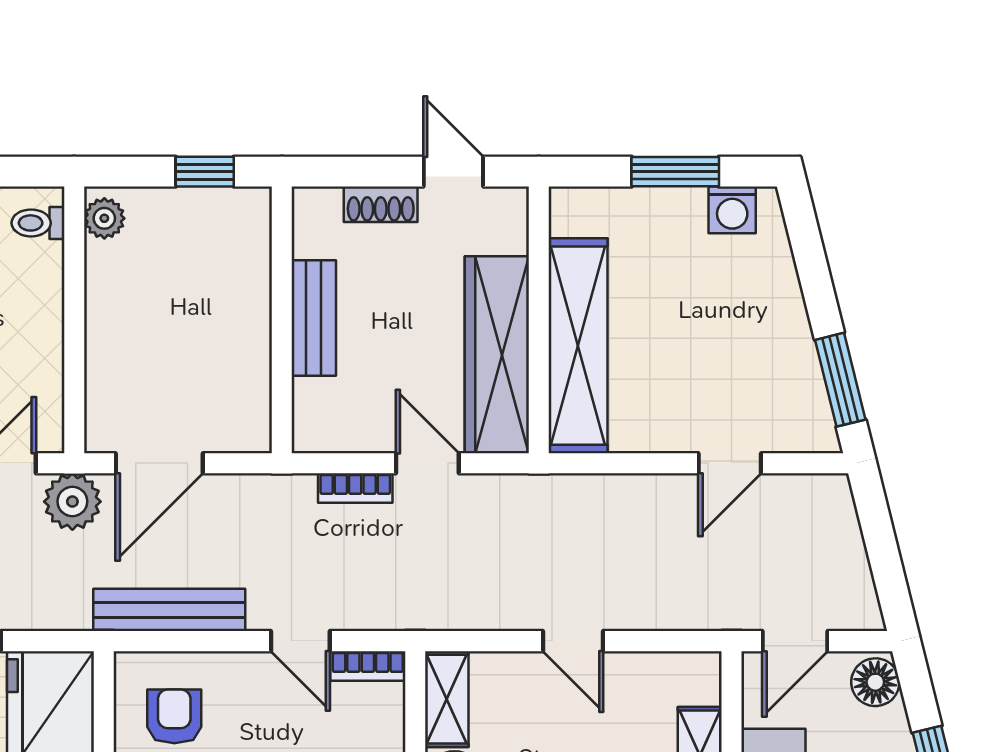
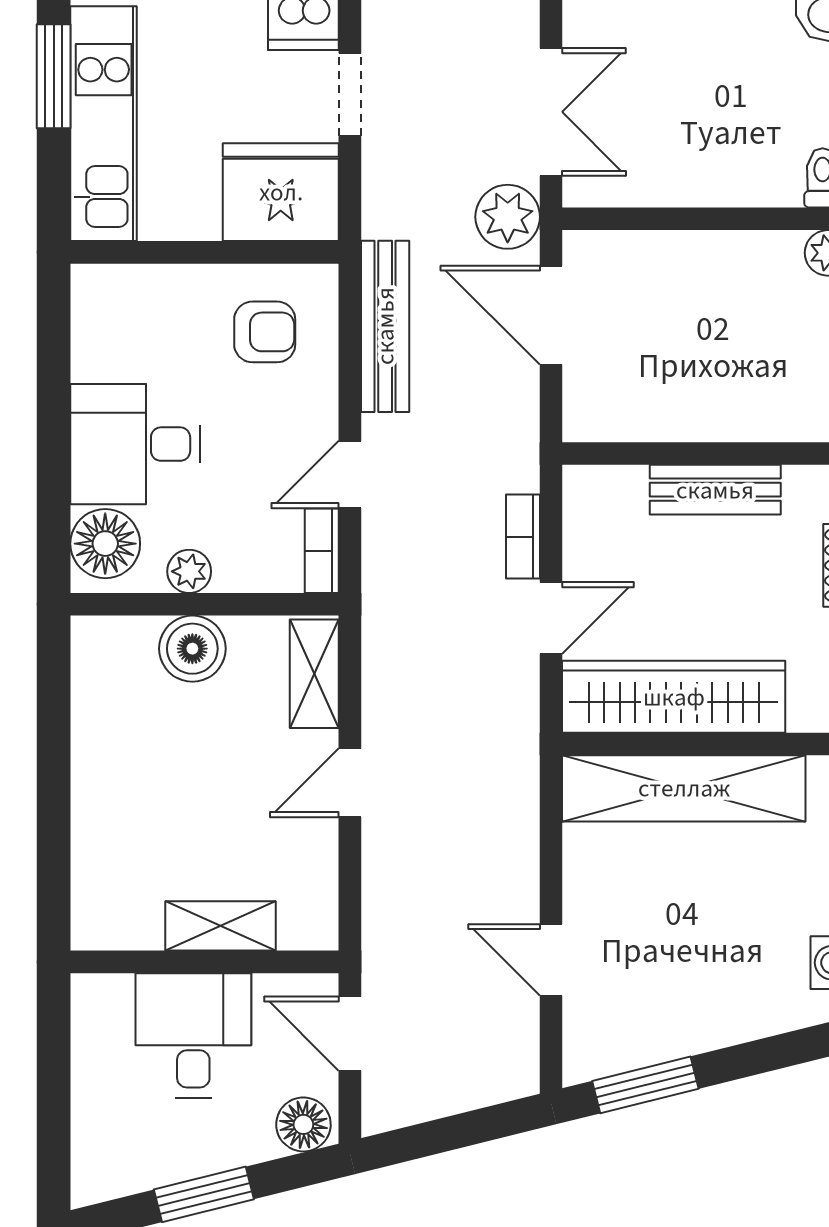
shelving: (447, 699) -> (314, 674), moved, turned 90

